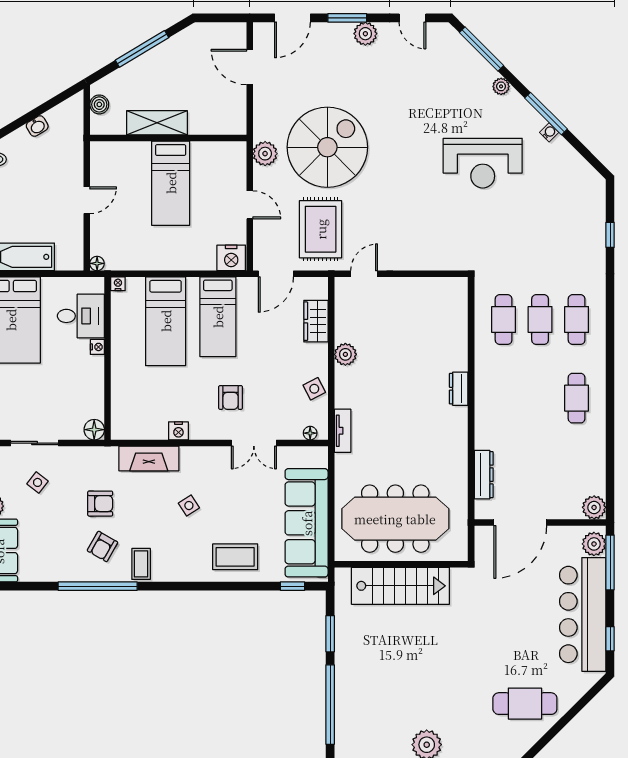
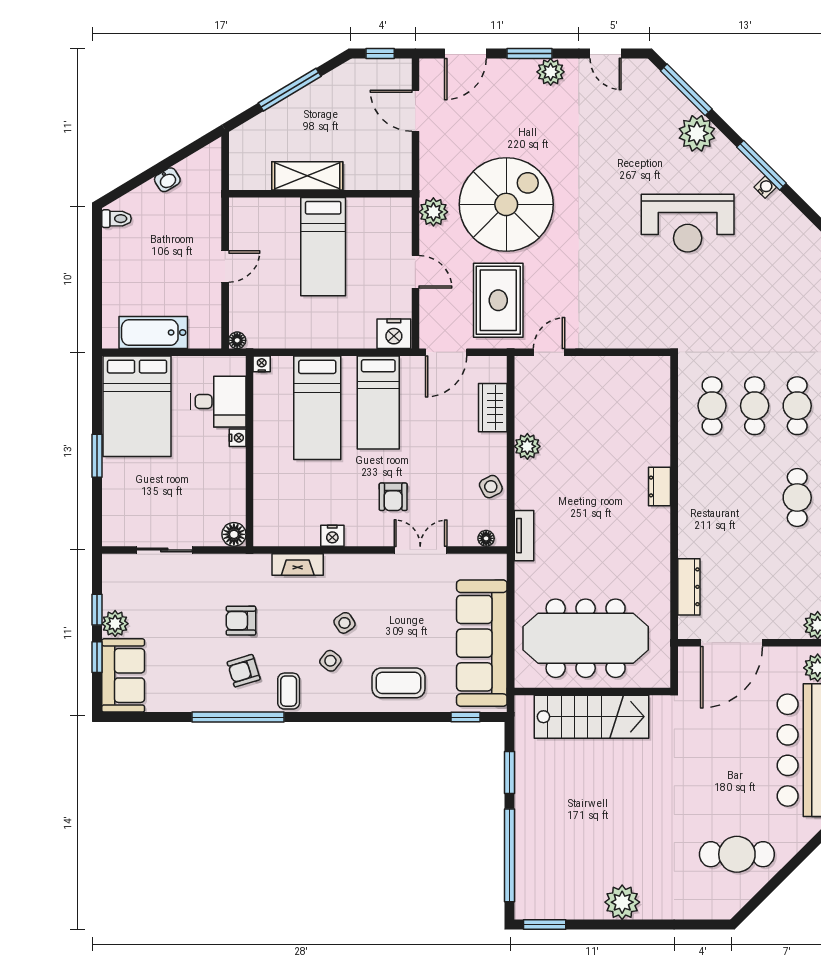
window: (219, 18) -> (380, 53), added
plant: (501, 86) -> (697, 133), width x1.87, depth x1.87
boiler: (99, 104) -> (240, 155), removed
double door: (254, 443) -> (420, 550), swing flipped
fireplace: (149, 459) -> (298, 565), width x0.73, depth x0.76
side table: (38, 482) -> (330, 661), moved
armchair: (100, 504) -> (241, 621), turned 180
armchair: (102, 546) -> (244, 671), turned 43

